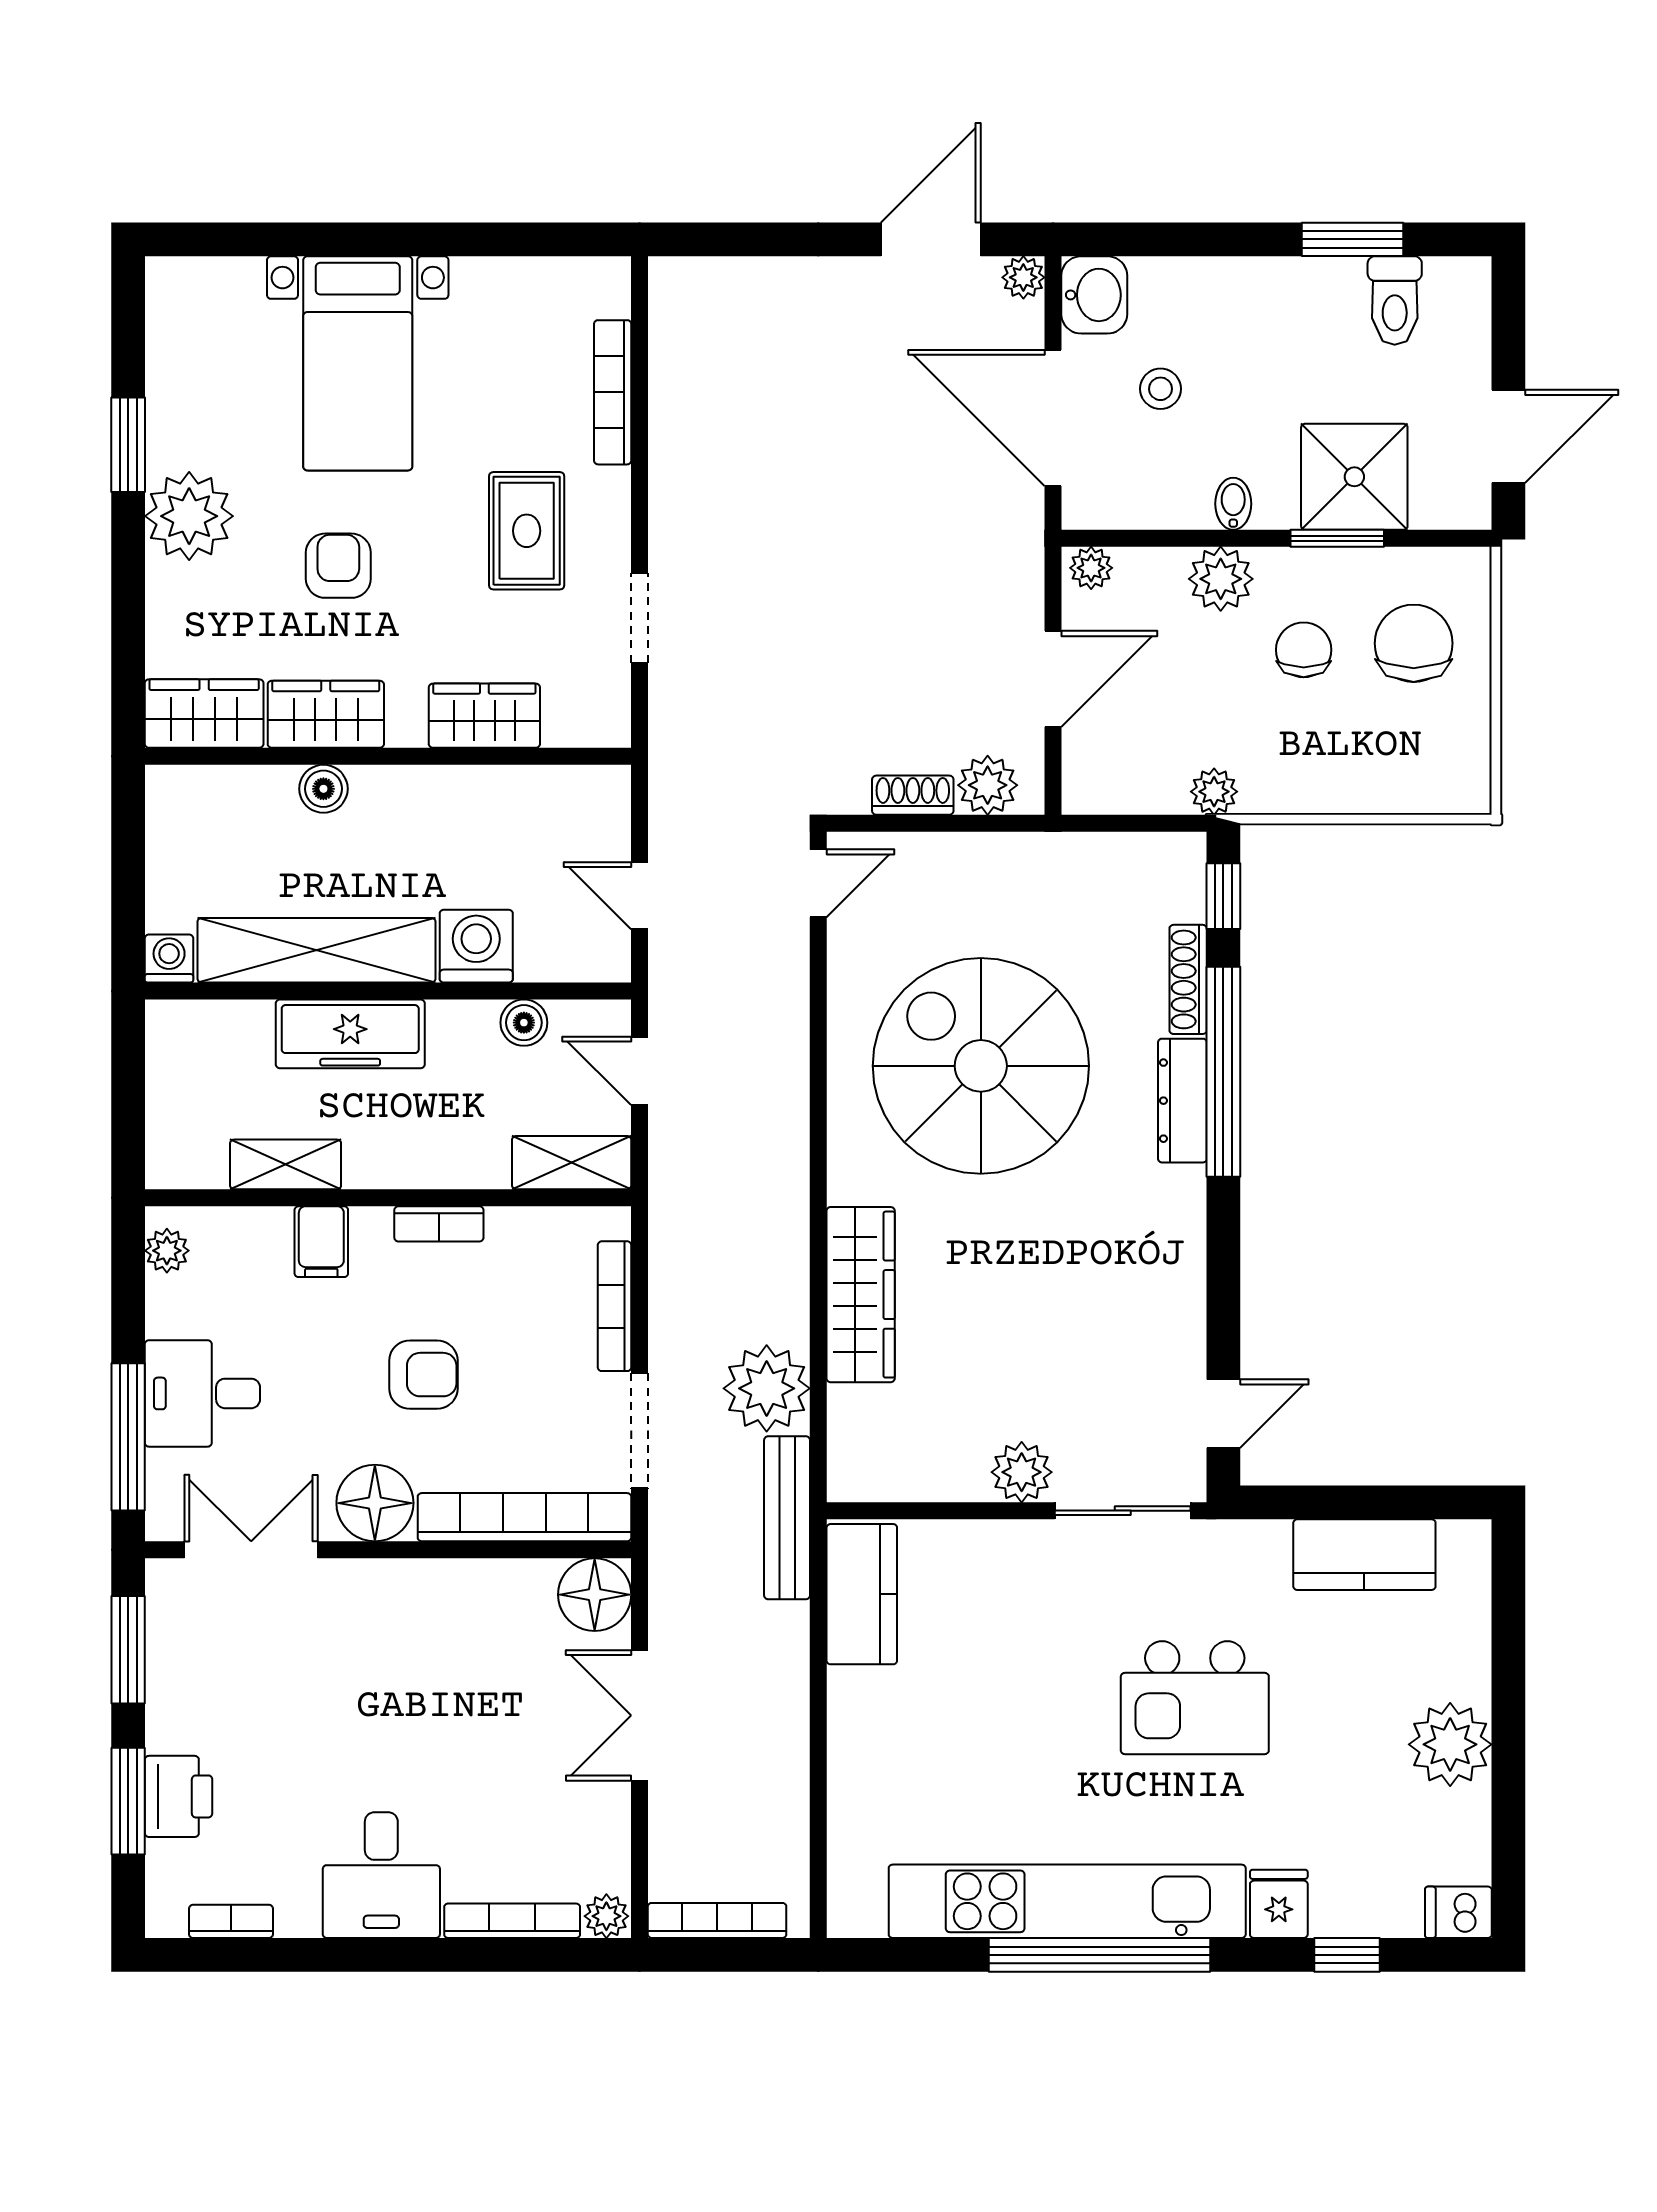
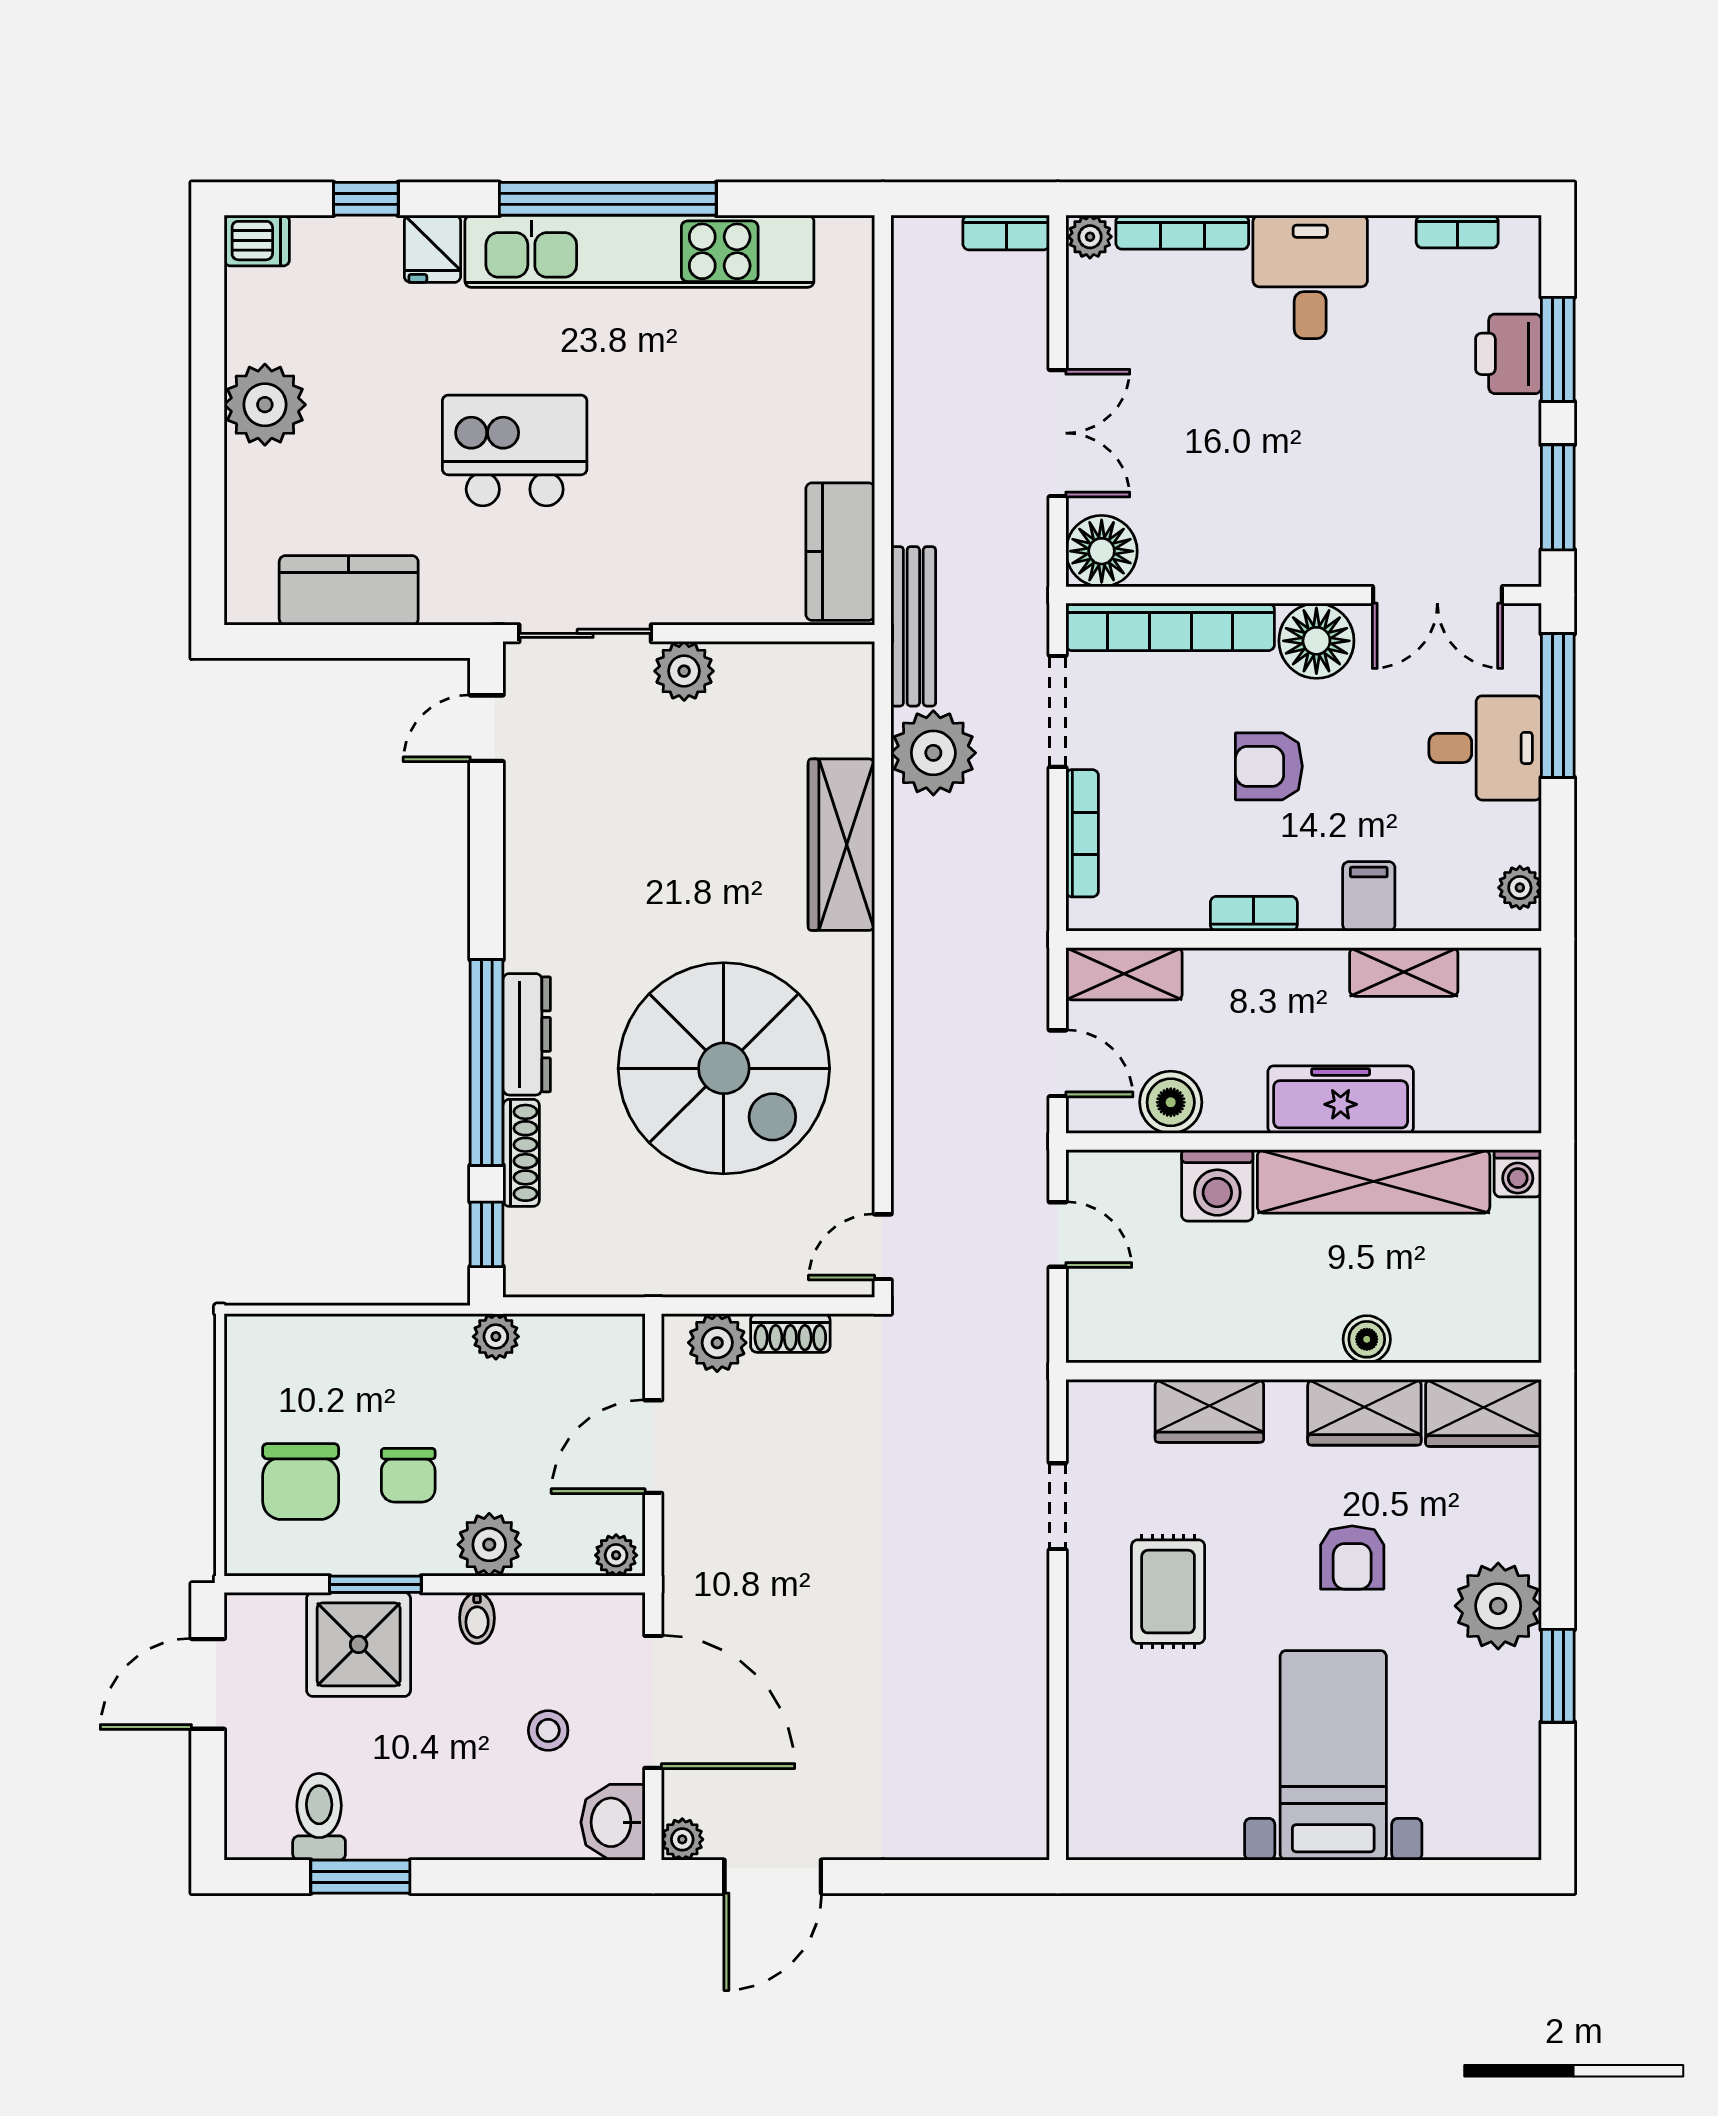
bookcase: (613, 392) -> (1084, 1727), removed
boiler: (524, 1023) -> (1171, 1102), width x1.36, depth x1.36
bookcase: (717, 1920) -> (1006, 233), width x0.64

